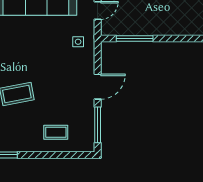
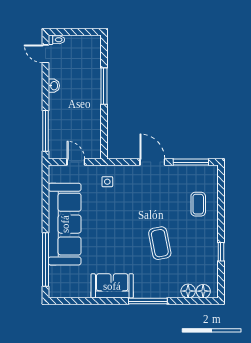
window: (135, 38) -> (104, 86), moved

